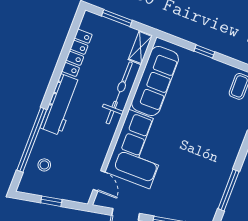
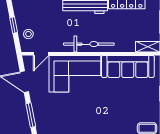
bicycle: (119, 93) -> (89, 44), moved
stool: (44, 165) -> (28, 34), moved

